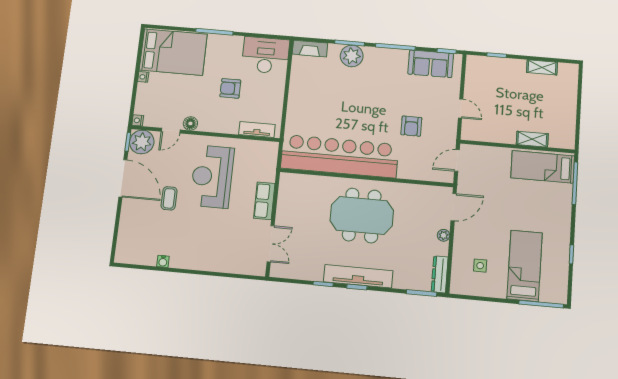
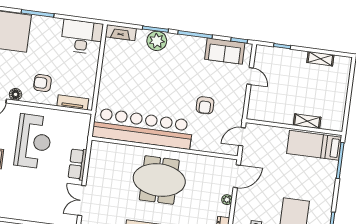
armchair: (230, 88) -> (43, 83), moved
door: (461, 108) -> (250, 76), moved
reception desk: (212, 177) -> (33, 141), turned 180
double door: (271, 244) -> (82, 201), swing flipped

